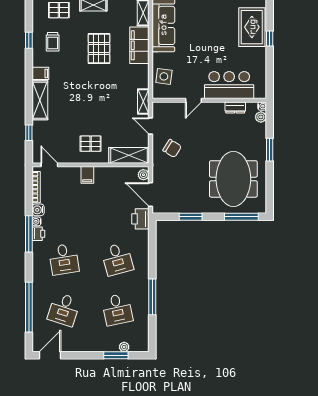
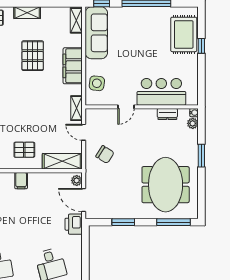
filing cabinet: (139, 45) -> (73, 66), moved

